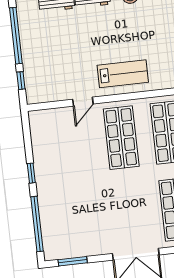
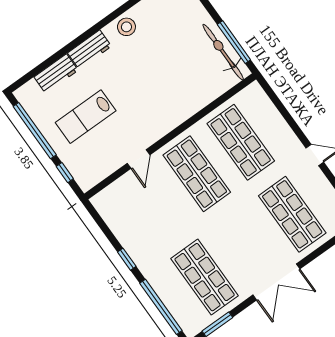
lab bench: (123, 74) -> (86, 117), moved, turned 180
shop shelf: (83, 220) -> (205, 277), added

